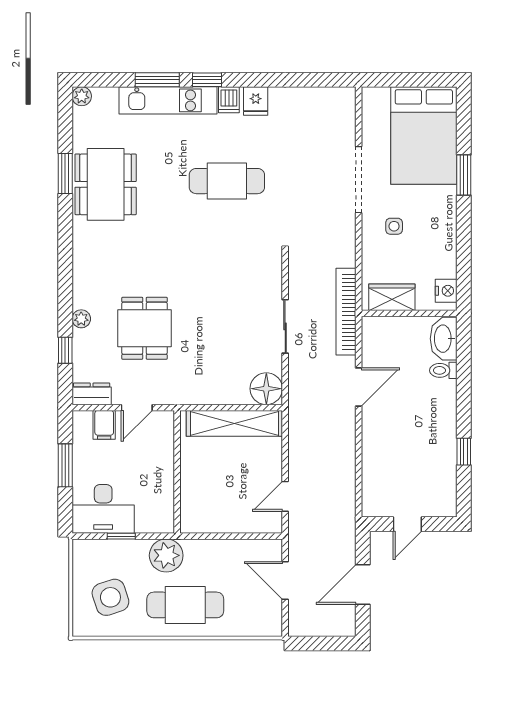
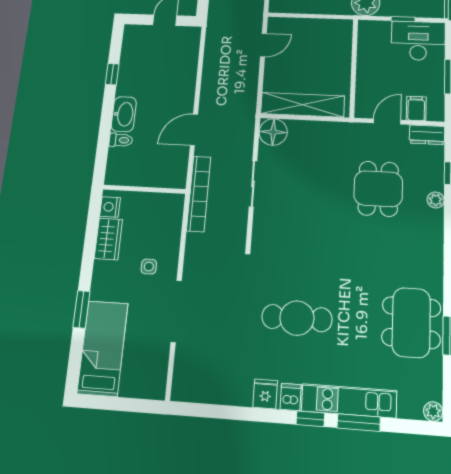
bed: (424, 135) -> (103, 348), width x0.67
wardrobe: (392, 297) -> (108, 239), moved, turned -90
washbasin: (444, 339) -> (124, 114), moved

